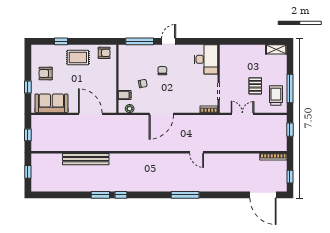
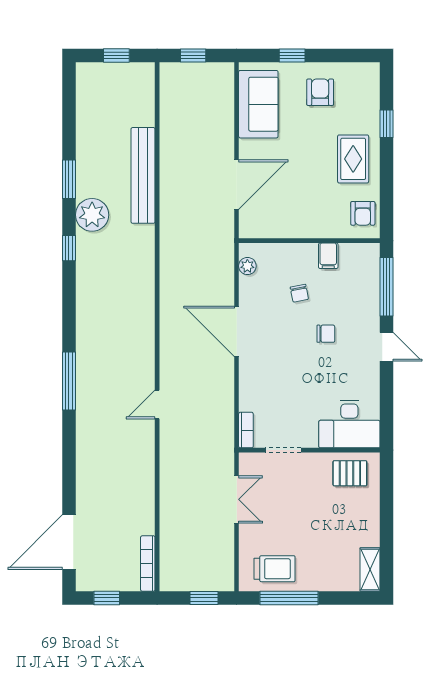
pallet: (255, 86) -> (350, 473), moved
filing cabinet: (125, 95) -> (328, 256), moved
plant: (105, 184) -> (92, 215), added
window: (100, 195) -> (69, 179), moved

